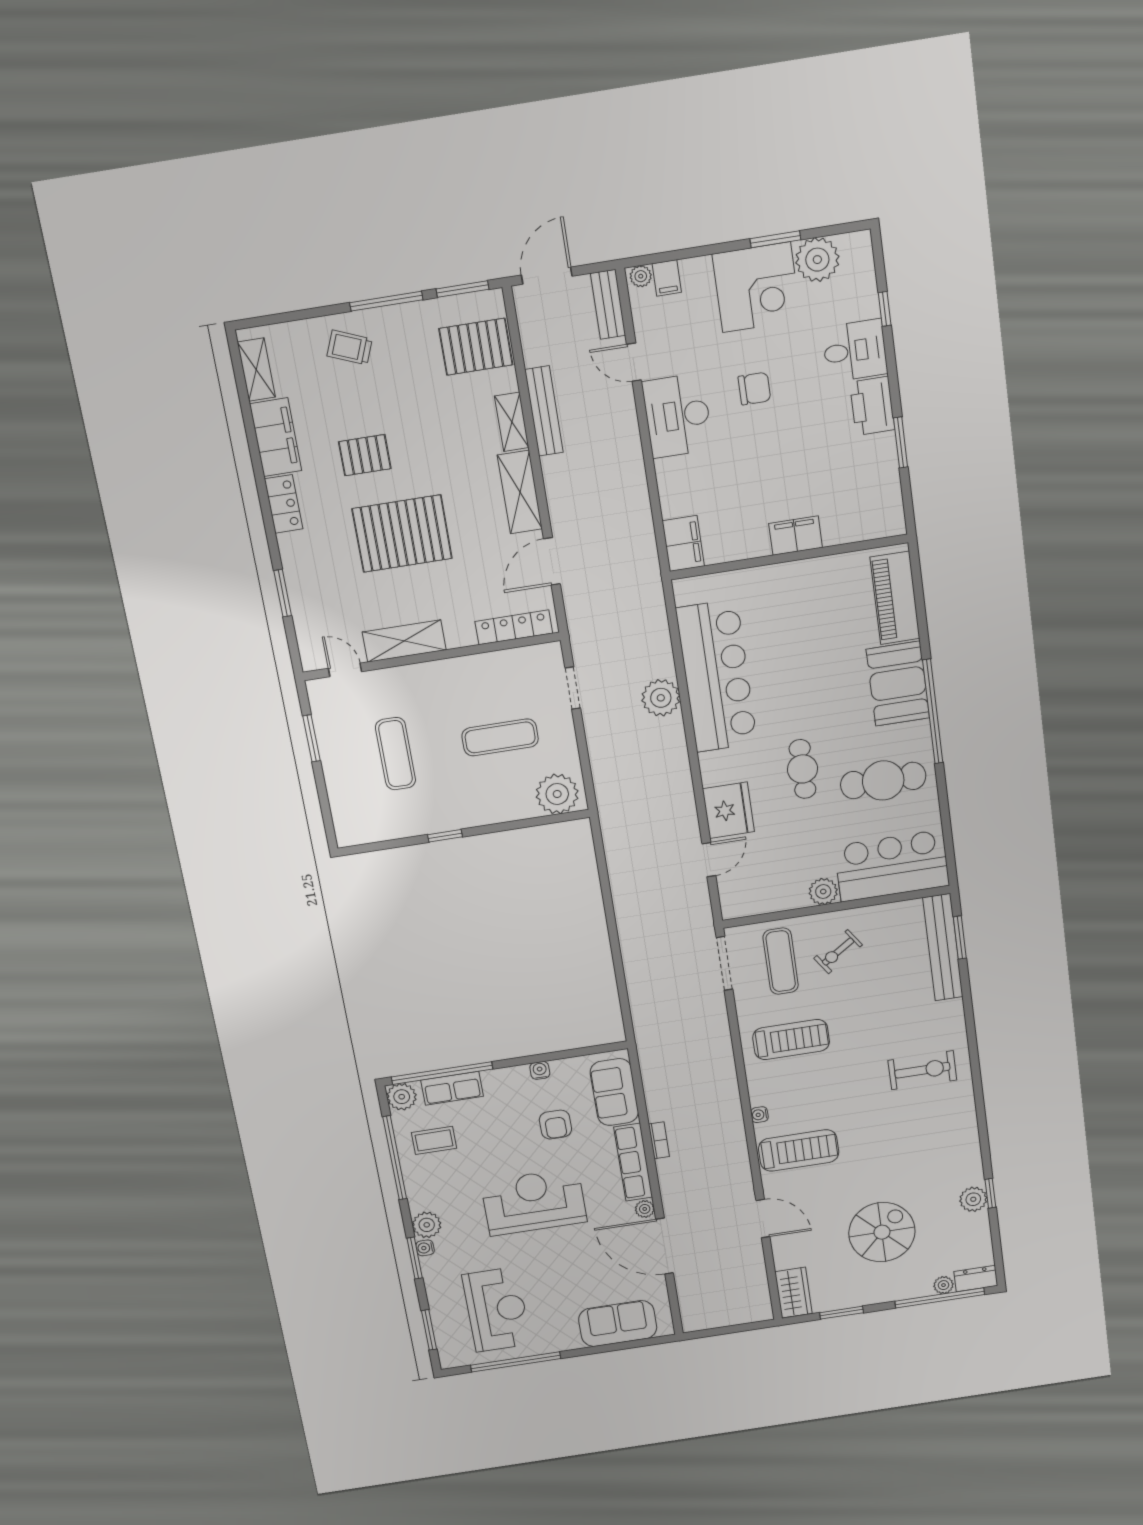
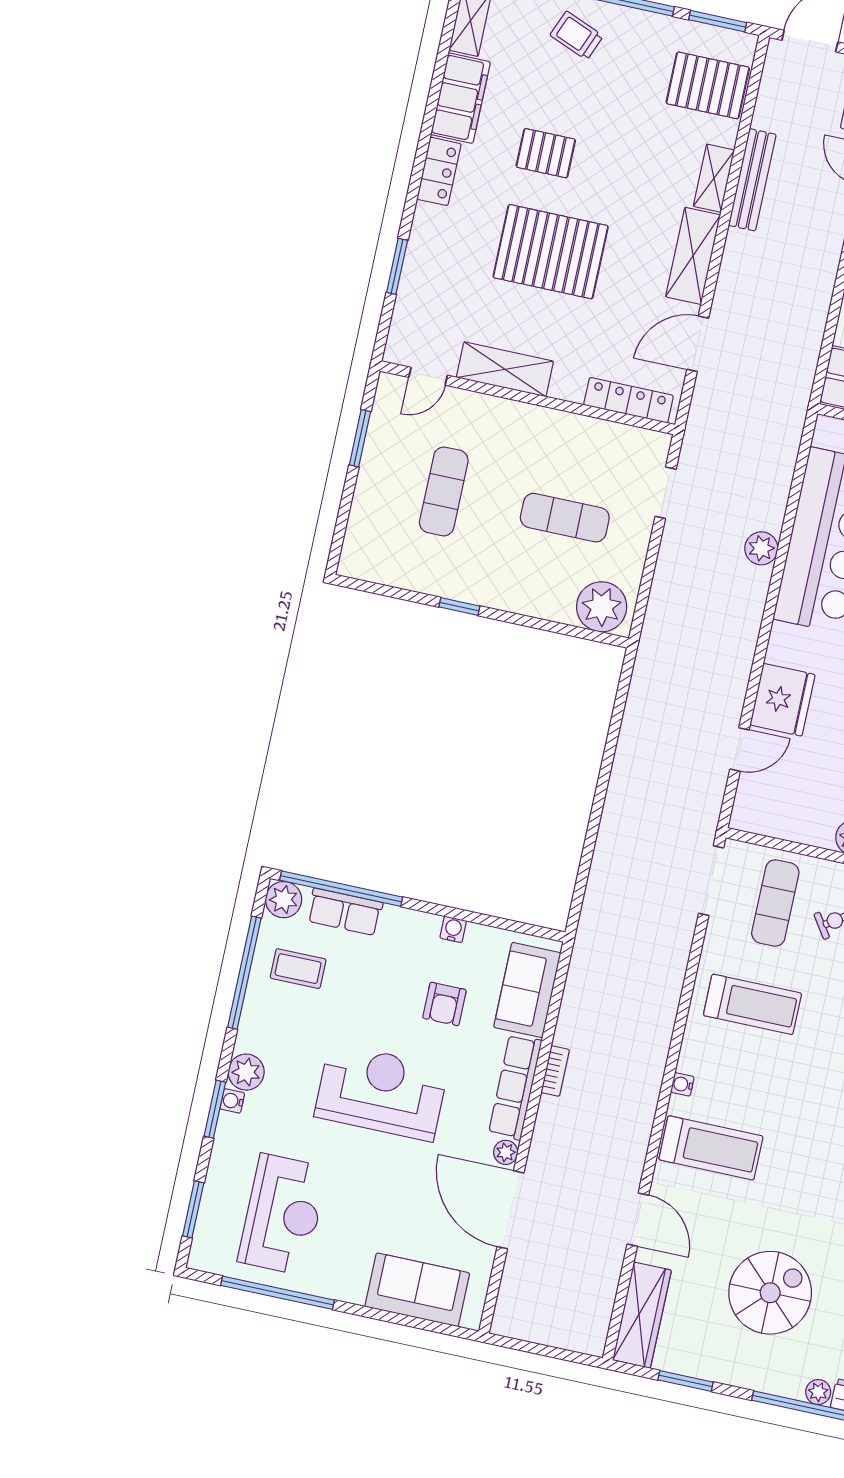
door: (345, 670) -> (428, 376), swing flipped
plant: (661, 698) -> (761, 548), width x0.73, depth x0.73
wardrobe: (793, 1293) -> (642, 1315), width x1.50

